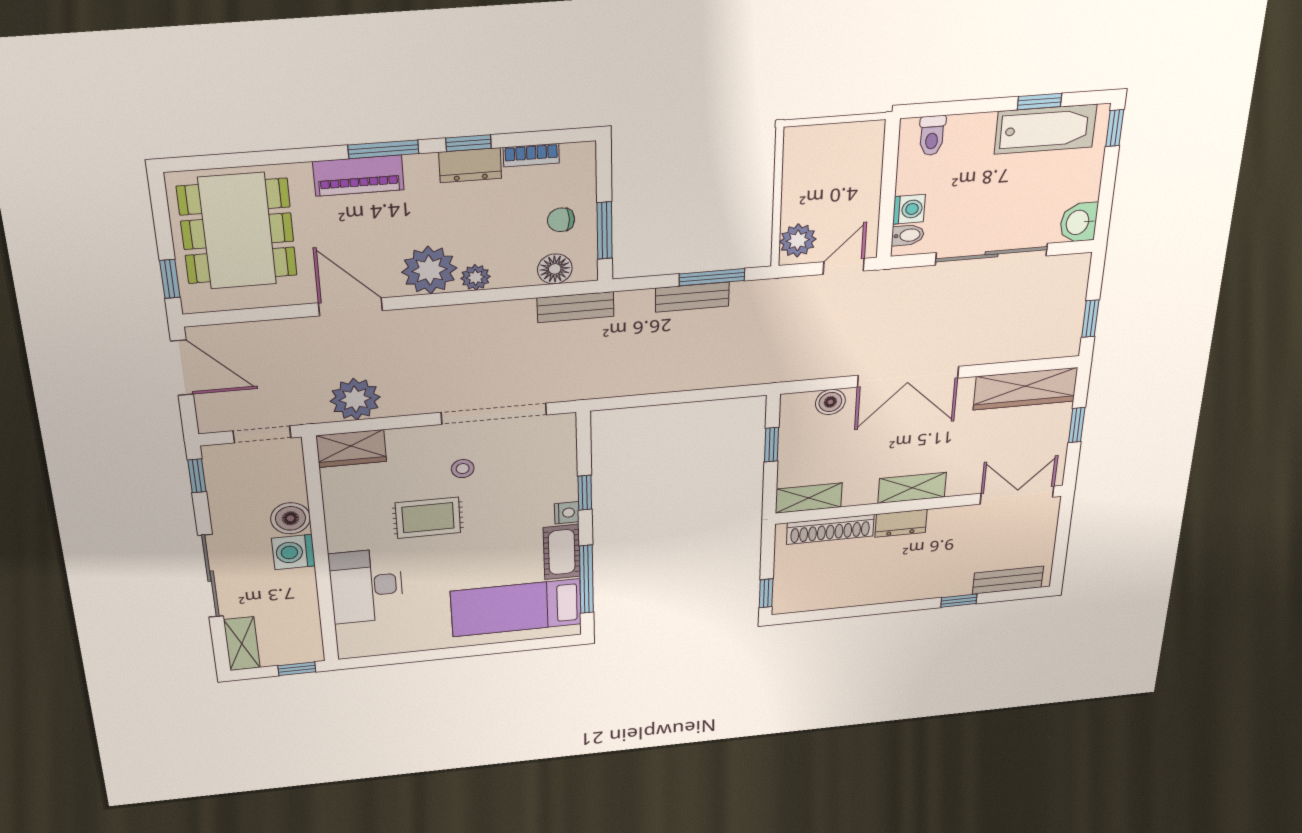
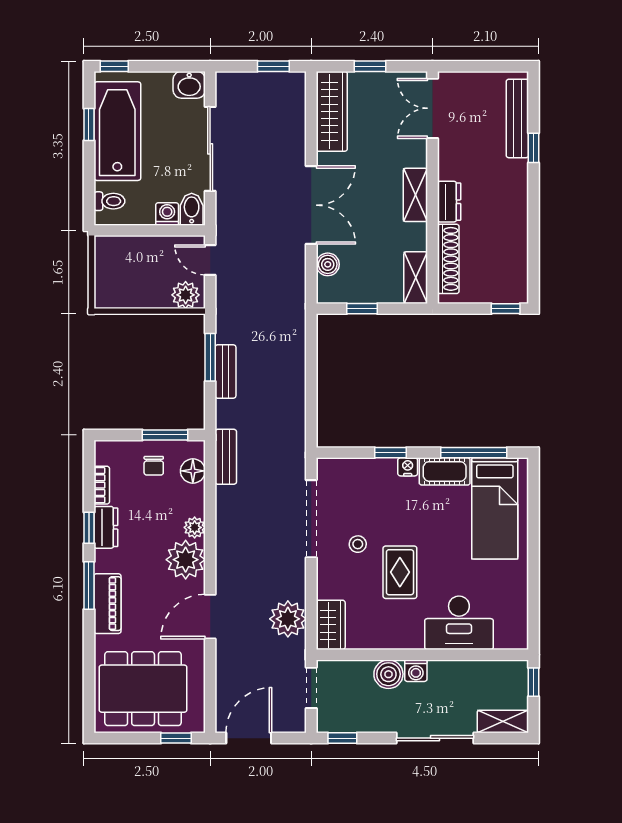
bathtub: (1045, 129) -> (117, 131), width x1.36, depth x1.36
bidet: (908, 235) -> (192, 209), width x1.38, depth x1.36
washing machine: (293, 552) -> (416, 671), width x0.73, depth x0.73
bench: (1008, 580) -> (517, 118), width x1.36

